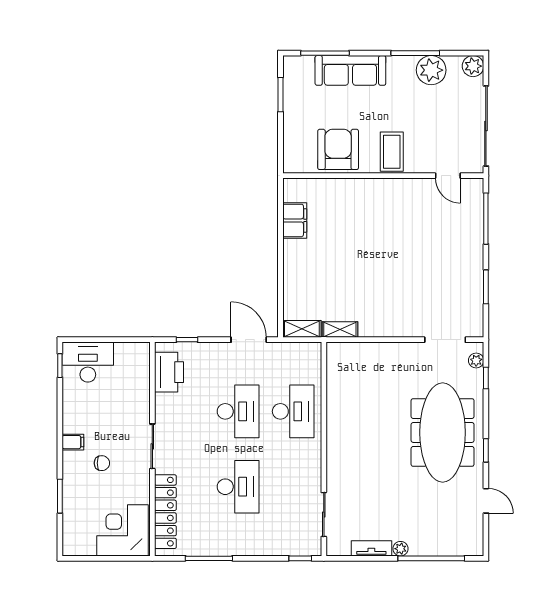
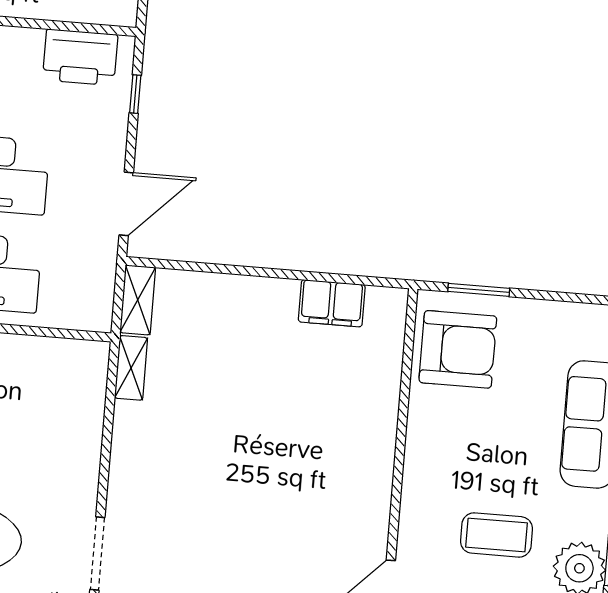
window: (281, 95) -> (479, 290), moved
armchair: (338, 149) -> (458, 349), moved
coffee table: (392, 152) -> (496, 535), moved

